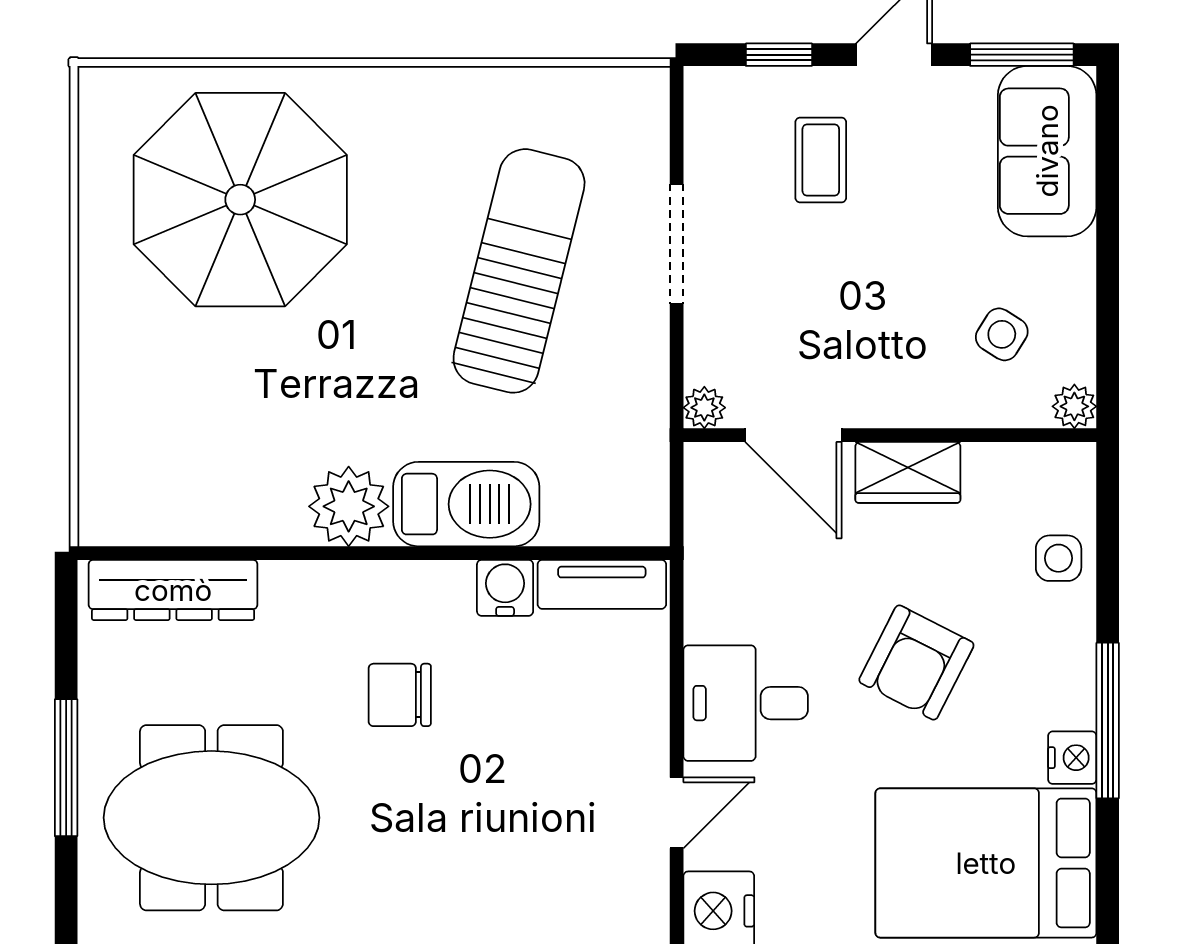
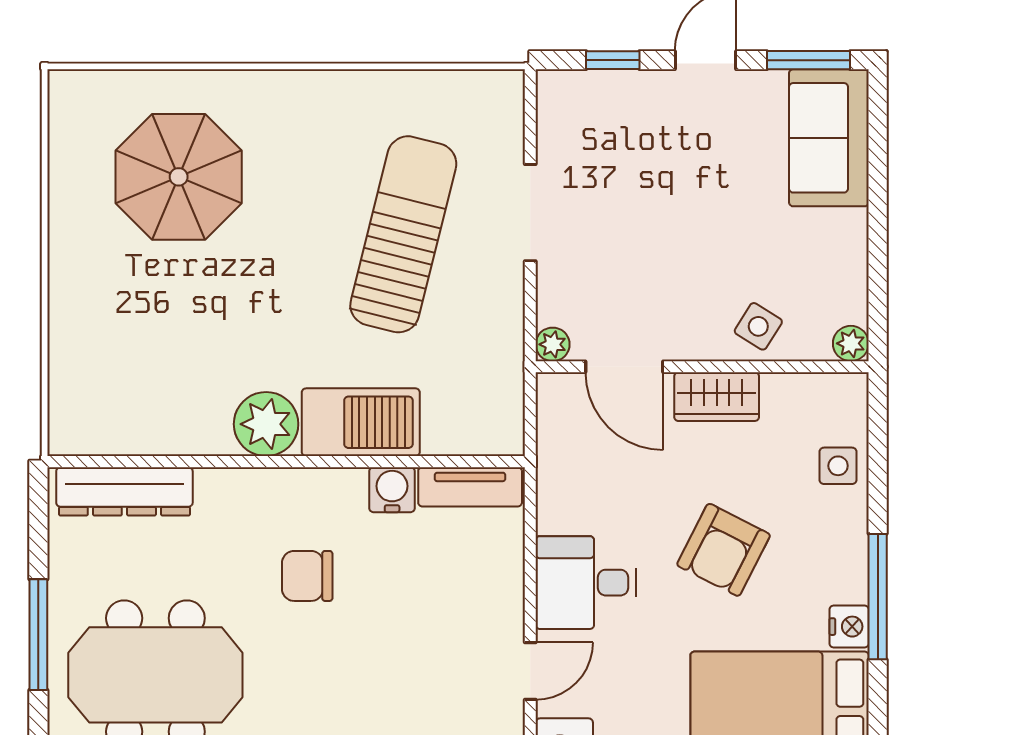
coffee table: (821, 160) -> (646, 145), removed
parasol: (240, 200) -> (179, 177), width x0.73, depth x0.73
side table: (1002, 334) -> (758, 326), moved

